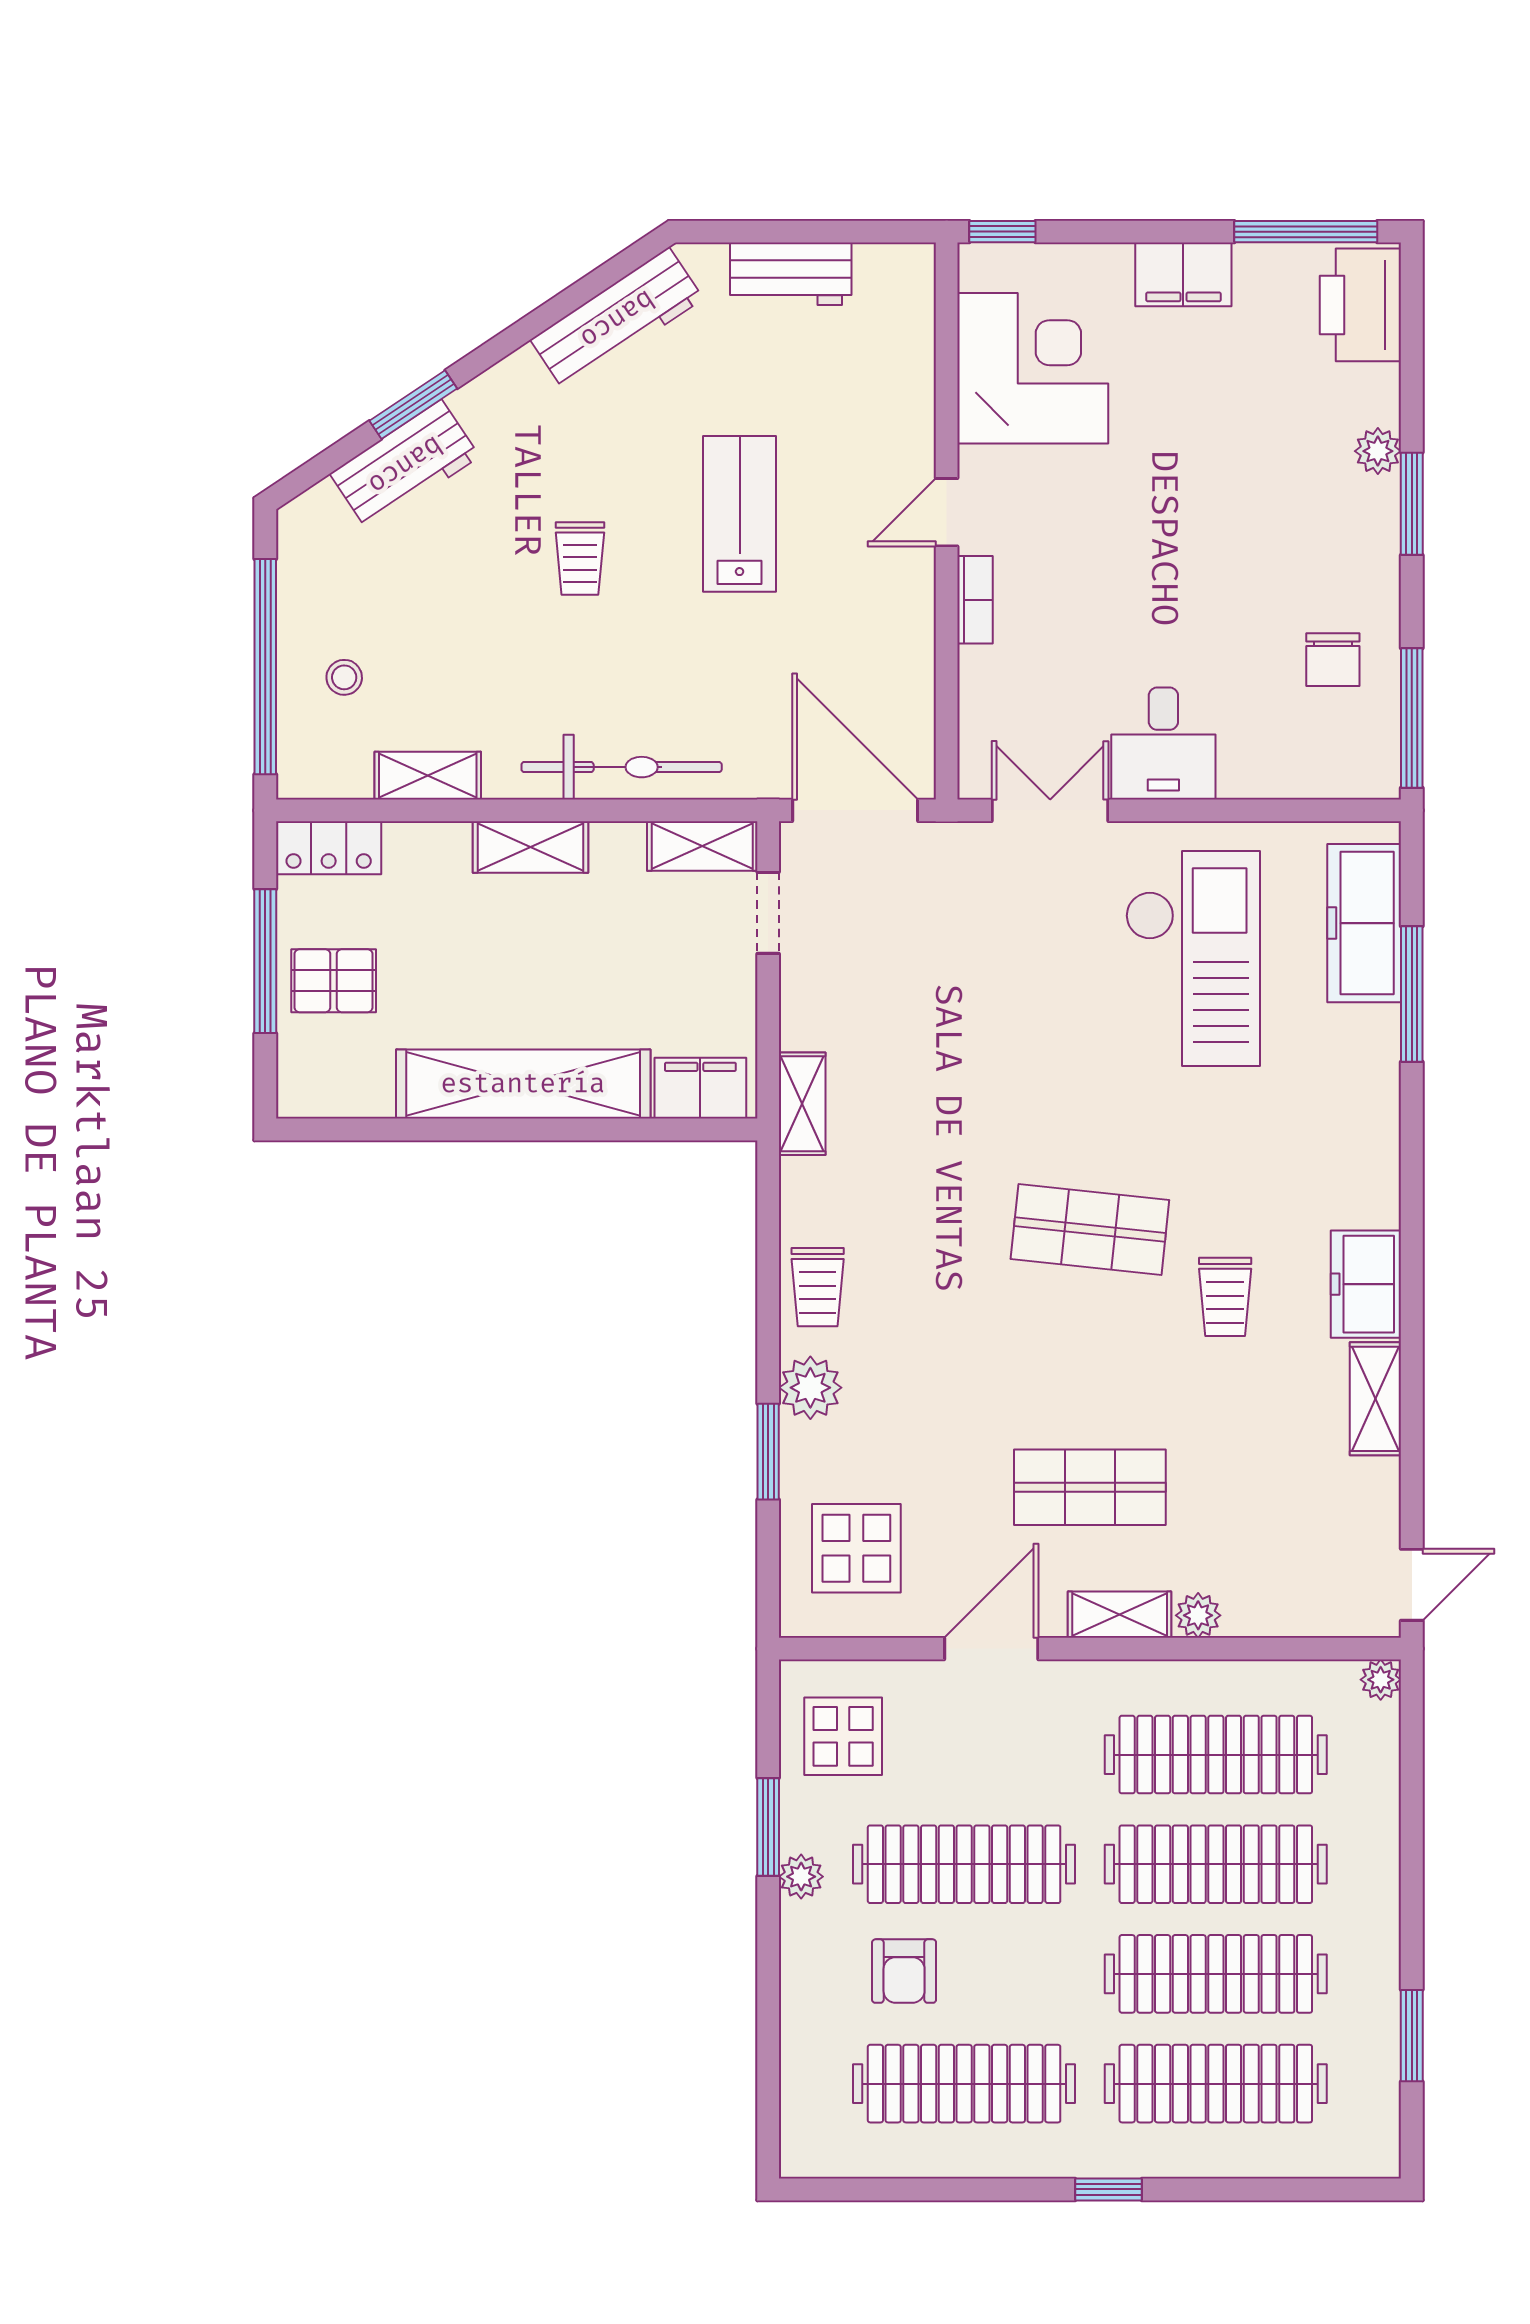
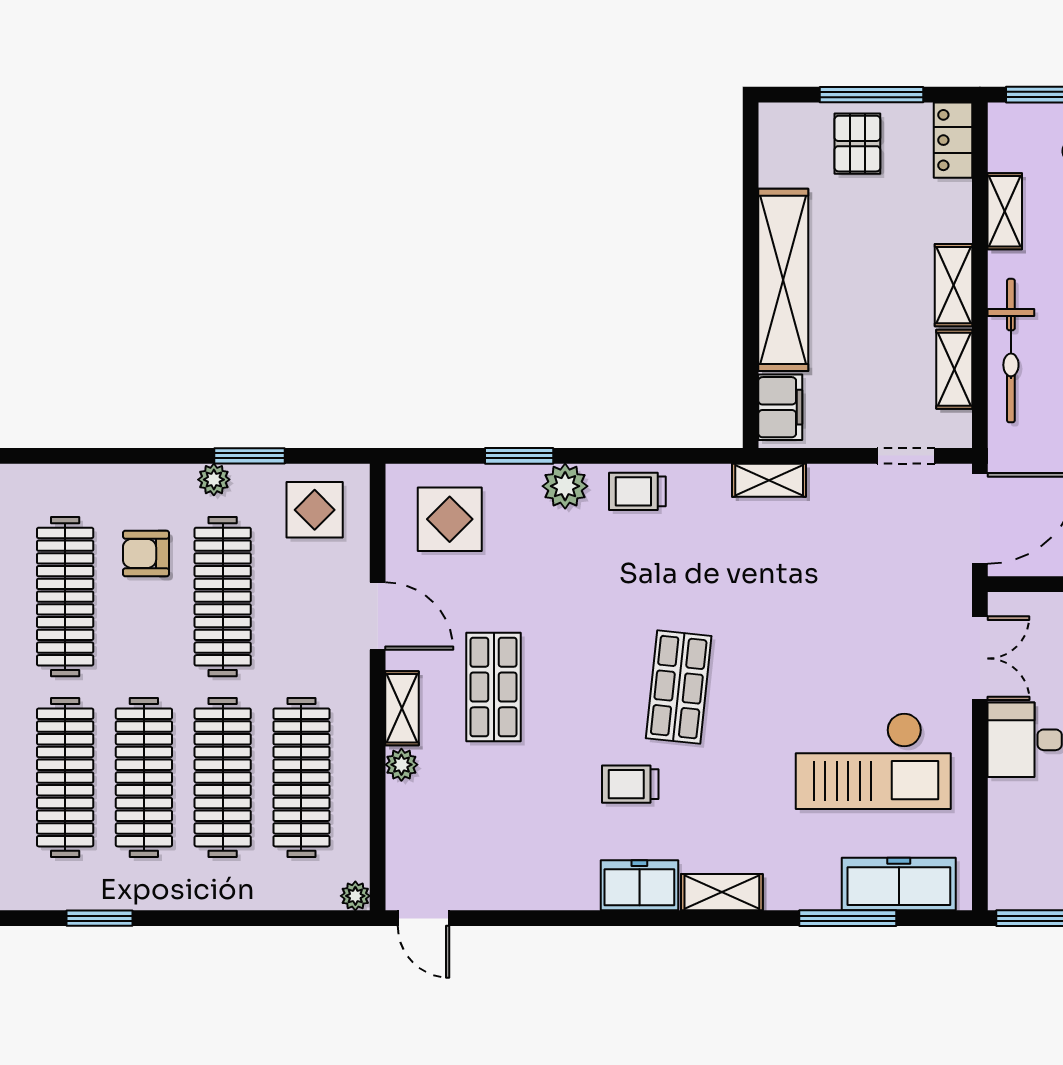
shelving: (702, 846) -> (954, 369), moved
shelving: (1375, 1399) -> (722, 892), moved

